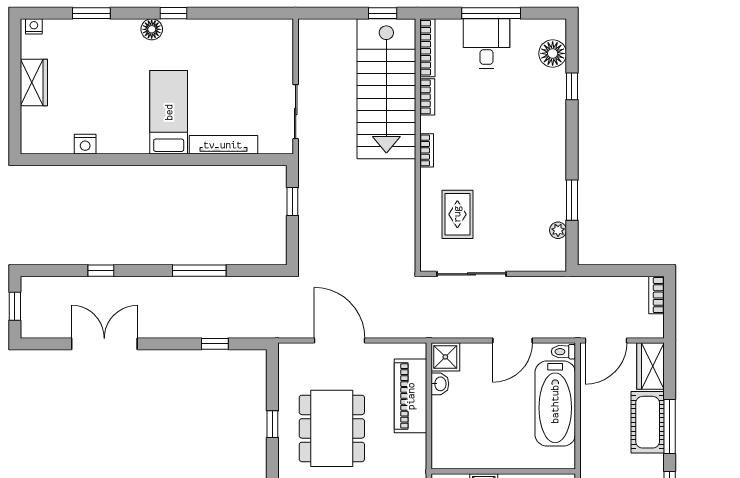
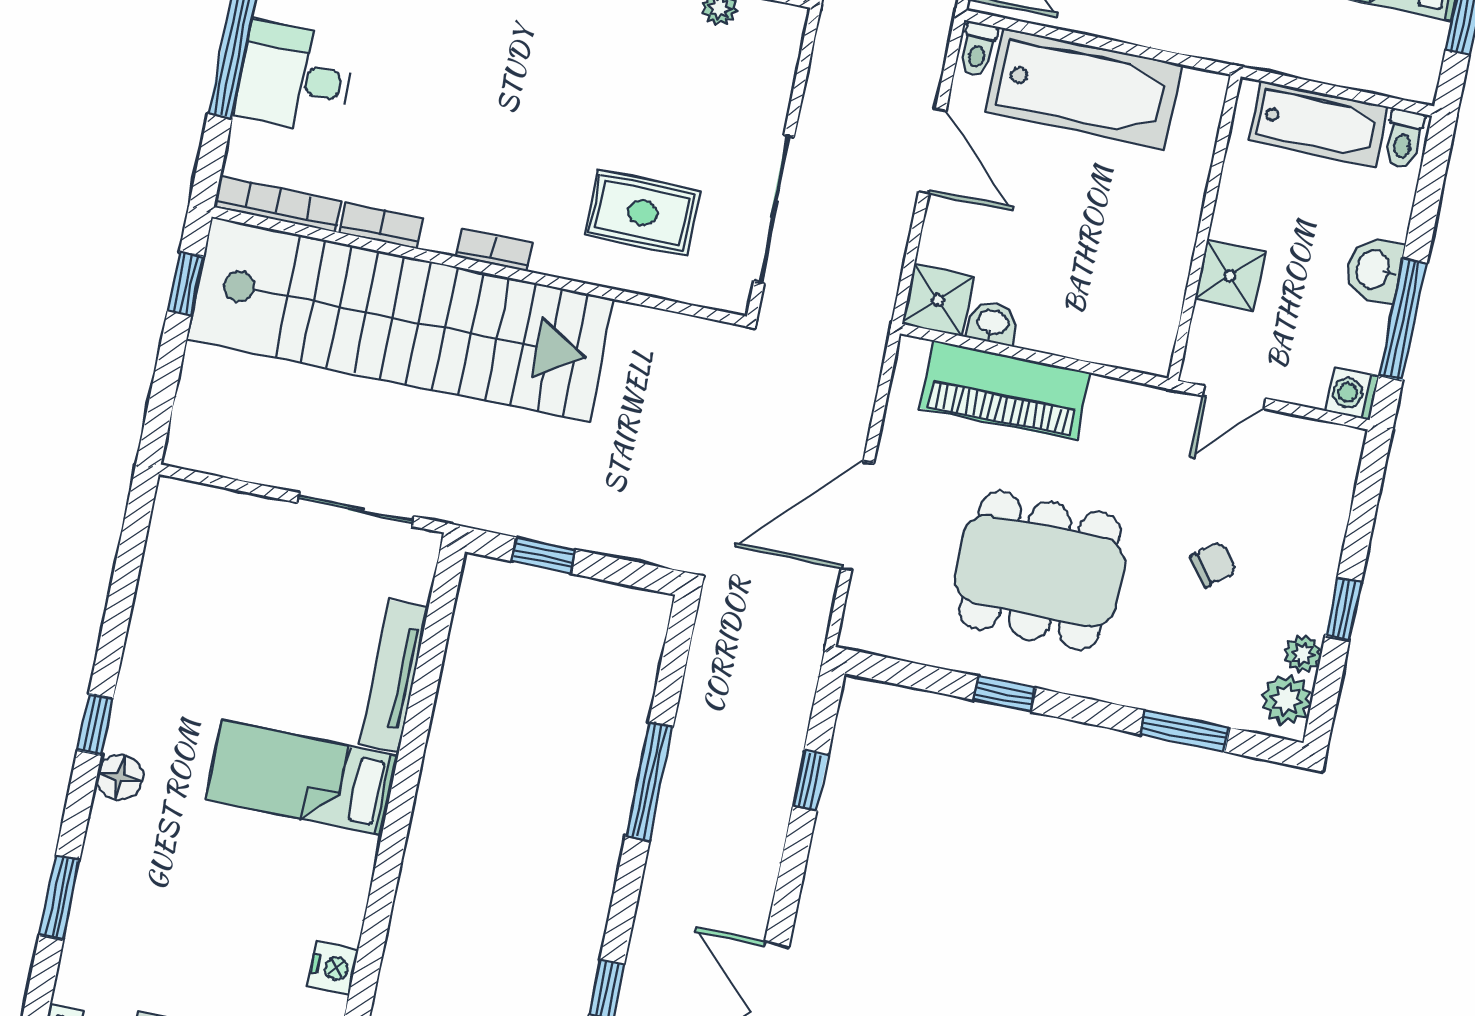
stairs: (386, 89) -> (400, 319), width x1.36

